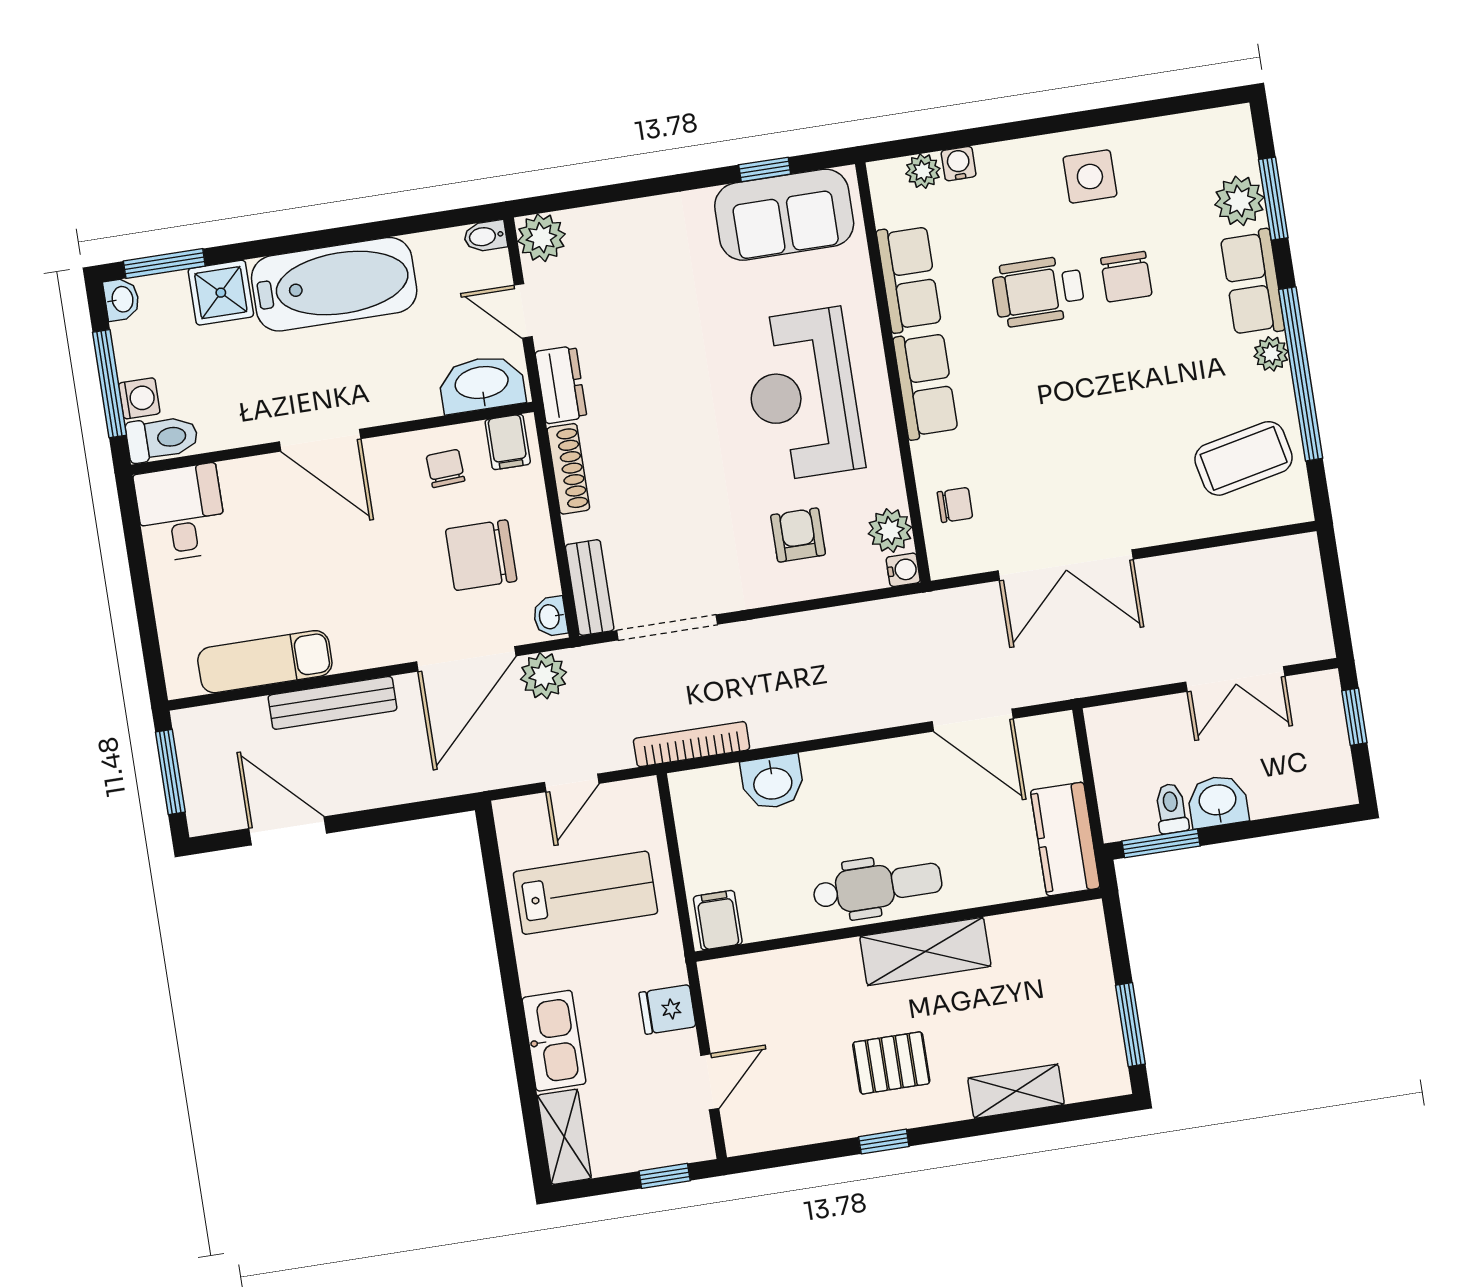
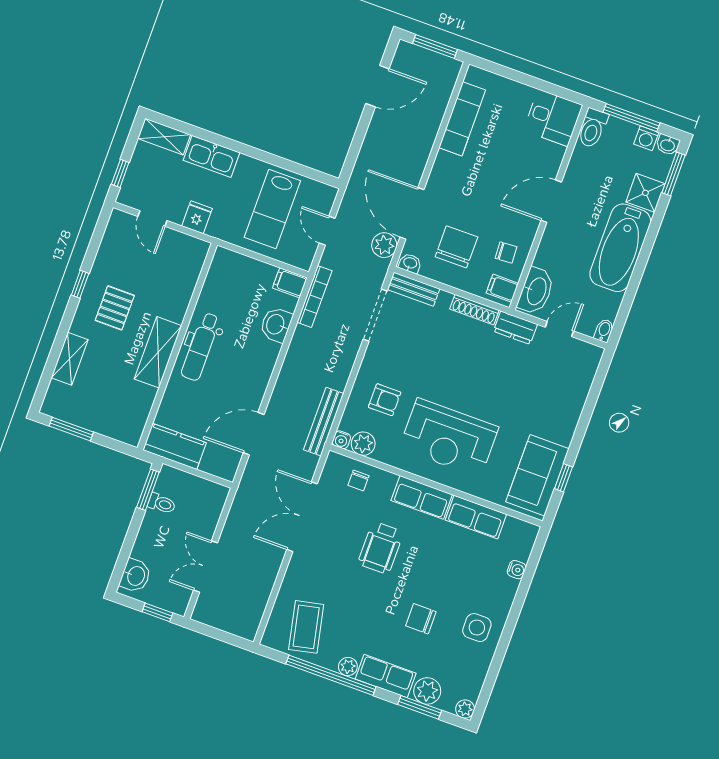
plant: (923, 171) -> (465, 709), moved
plant: (541, 238) -> (589, 356), removed
wheelchair: (1038, 291) -> (381, 548), moved, turned 180
reception desk: (803, 395) -> (449, 438), turned 180
washing machine: (139, 398) -> (646, 138), moved
bench: (332, 703) -> (324, 422), moved
washbasin: (1218, 801) -> (135, 576), moved
filing cabinet: (718, 920) -> (290, 283), moved, turned 180

